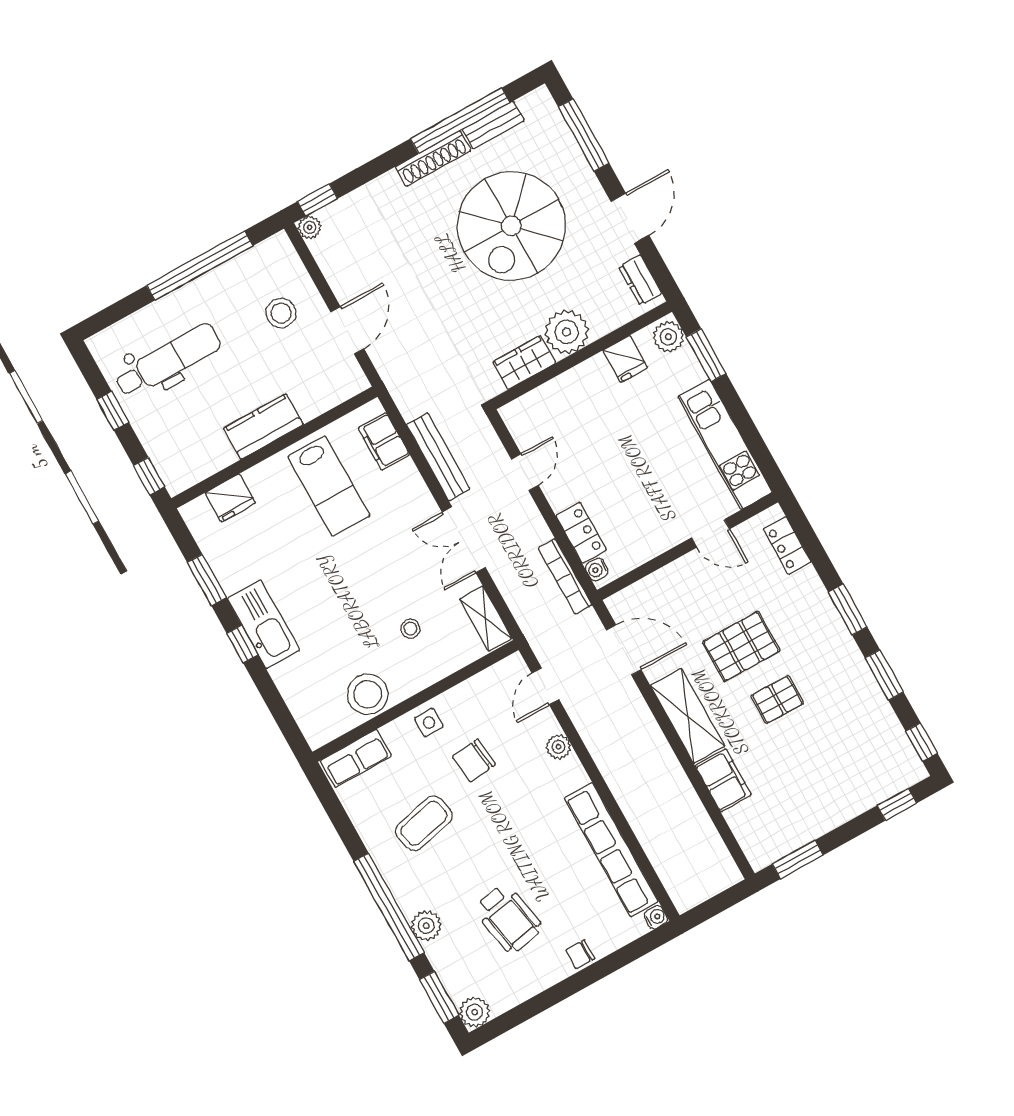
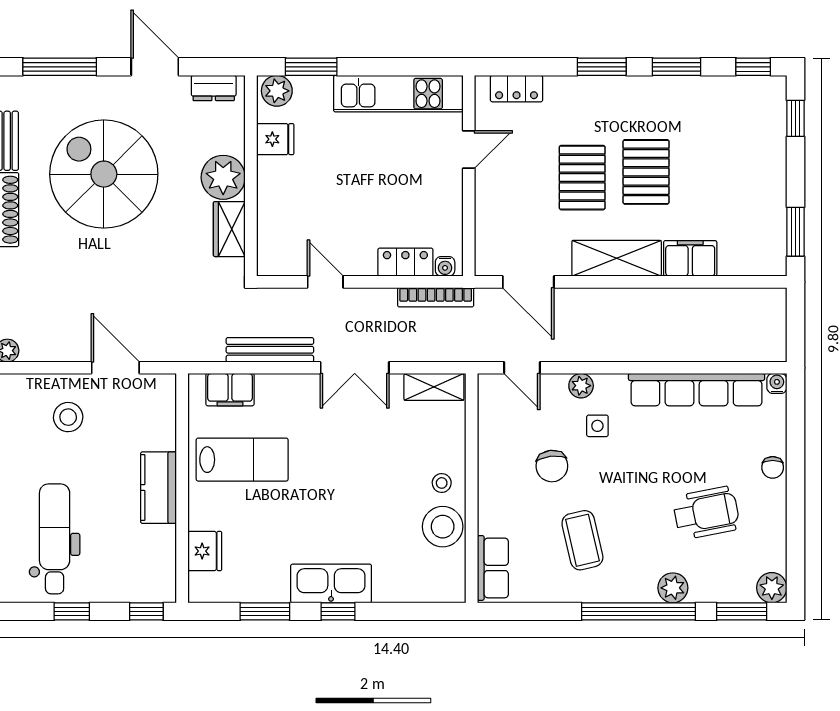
spiral stairs: (511, 226) -> (104, 174), turned 180
stool: (410, 629) -> (442, 483), moved
door: (624, 650) -> (528, 282), swing flipped
pallet: (777, 700) -> (646, 172), width x1.50, depth x1.42
side table: (429, 723) -> (597, 426), moved

